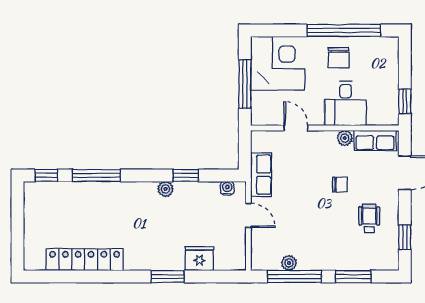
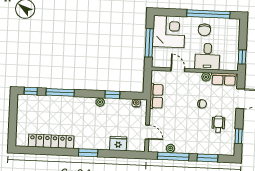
door: (248, 215) -> (147, 132), moved
window: (168, 277) -> (88, 153), moved

